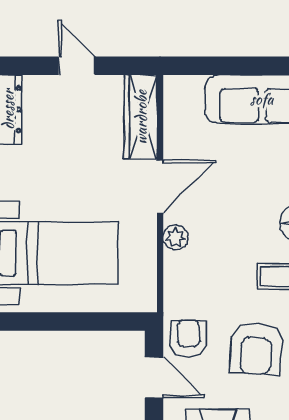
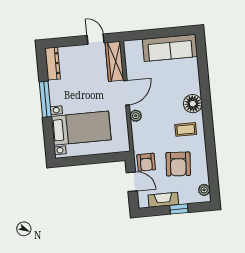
door: (77, 66) -> (96, 39), moved
armchair: (189, 339) -> (146, 162), turned 180

